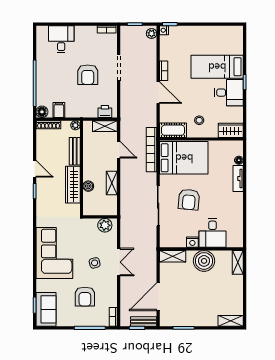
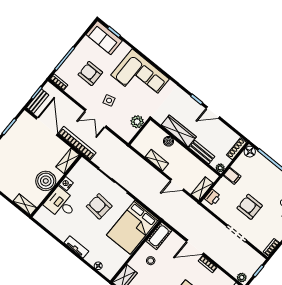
filing cabinet: (59, 110) -> (232, 176), moved
bookcase: (152, 150) -> (77, 143), moved
tv unit: (238, 178) -> (76, 247), moved
plant: (105, 225) -> (137, 122), moved

